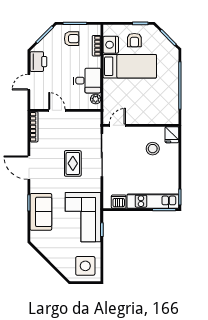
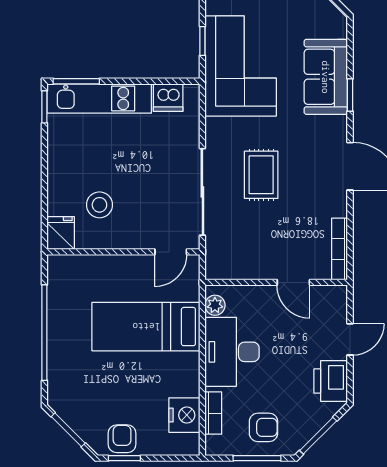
armchair: (72, 39) -> (263, 427), turned 180
armchair: (134, 40) -> (122, 439), moved
bed: (130, 66) -> (146, 327), moved
desk: (87, 81) -> (232, 352), width x1.37

